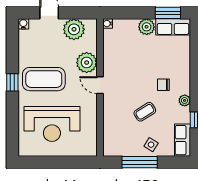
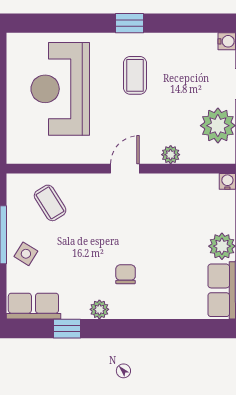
plant: (87, 63) -> (171, 155), width x0.53, depth x0.53
coffee table: (44, 79) -> (135, 75), width x0.54, depth x0.58
coffee table: (145, 112) -> (50, 203), moved

